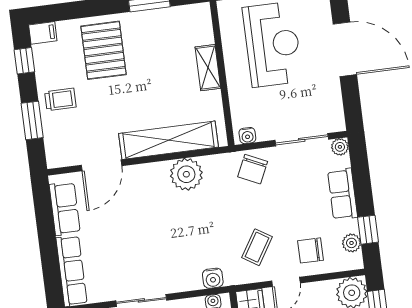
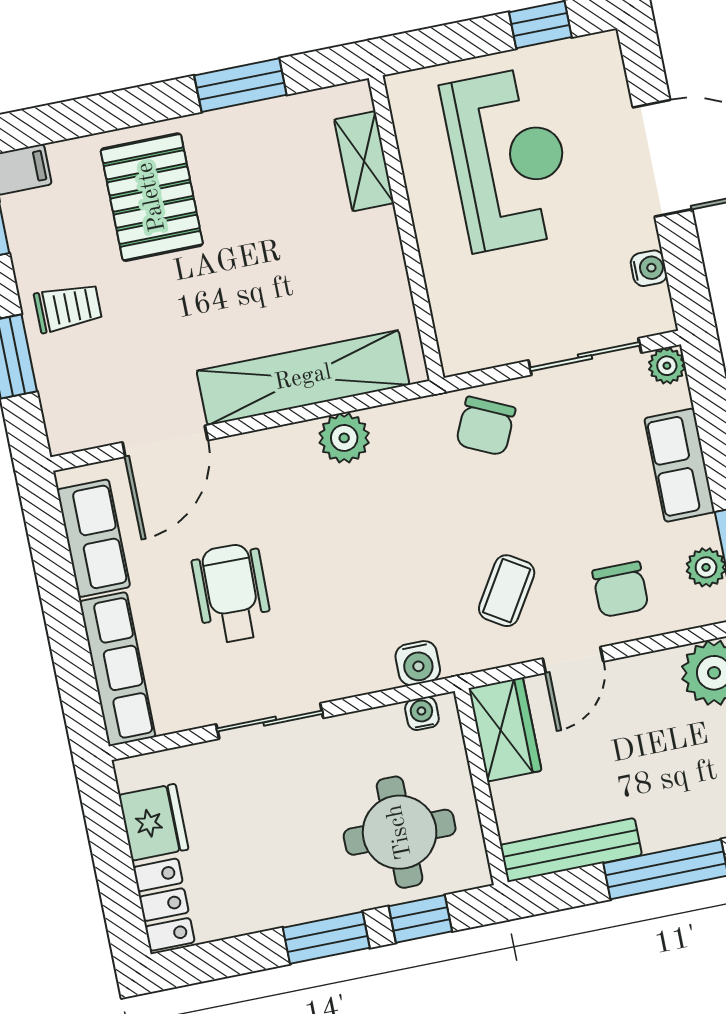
shelving: (208, 68) -> (364, 161), moved
water cooler: (247, 136) -> (649, 268), moved, turned -90
plant: (186, 174) -> (344, 438), width x0.73, depth x0.73
wheelchair: (128, 239) -> (232, 593), added
chair: (311, 250) -> (620, 589), turned -90

